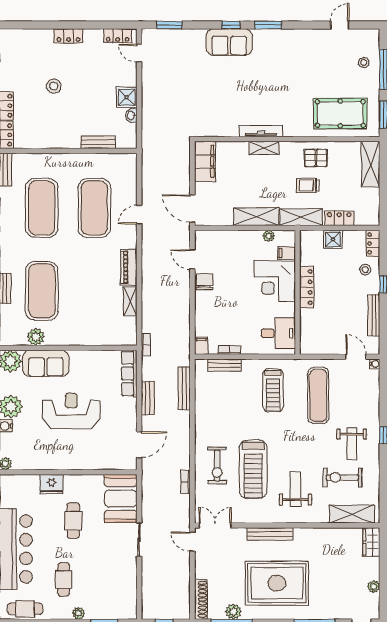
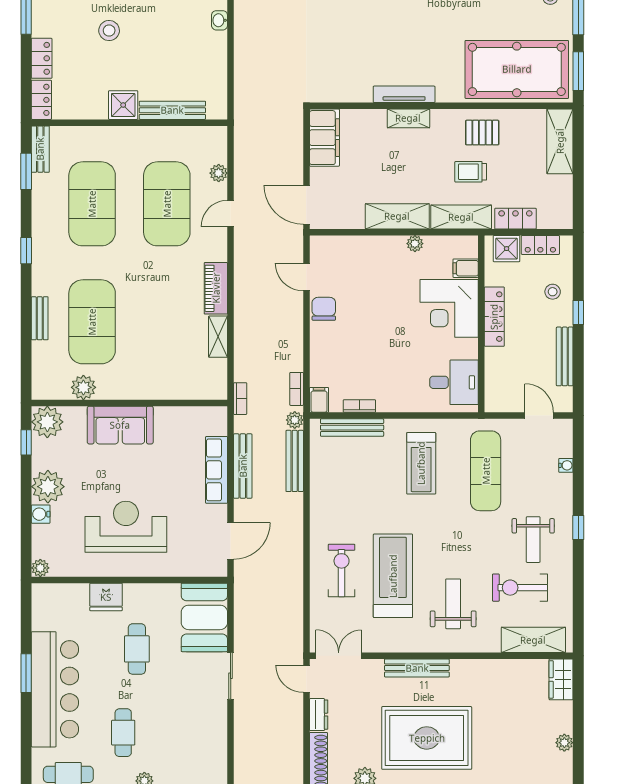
shower: (127, 97) -> (123, 105), moved
pool table: (340, 113) -> (517, 69), width x1.36, depth x1.32
washbasin: (131, 115) -> (220, 20), moved
bench: (98, 142) -> (172, 110), width x1.36
plant: (131, 186) -> (219, 173), added
locker: (373, 243) -> (540, 245), moved, turned -90
filing cabinet: (286, 253) -> (466, 268), moved
corner desk: (275, 281) -> (449, 308), moved
locker: (307, 287) -> (494, 317), moved
wall: (297, 292) -> (481, 324), moved
desk: (278, 333) -> (454, 382), moved
plant: (184, 360) -> (295, 420), added
sofa: (46, 363) -> (120, 425), moved
water cooler: (375, 364) -> (566, 465), moved
bench: (224, 365) -> (352, 428), width x1.36
row of seats: (129, 374) -> (217, 470), moved
bench: (148, 398) -> (243, 466), width x1.36
reception desk: (71, 411) -> (126, 527), moved
exercise bike: (217, 465) -> (342, 570), turned 180
treadmill: (253, 469) -> (393, 576), turned 180
bookcase: (185, 482) -> (297, 389), moved
dresser: (201, 567) -> (319, 715), added

